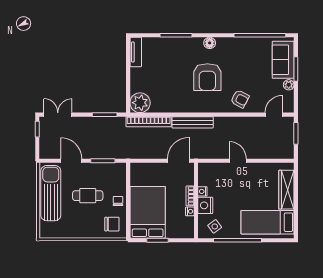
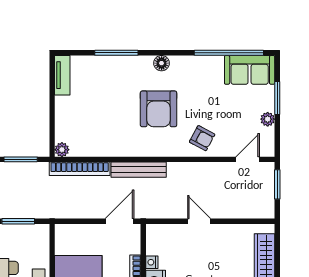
sofa: (283, 60) -> (250, 70), moved, turned -90
plant: (140, 103) -> (62, 150), width x0.53, depth x0.53

